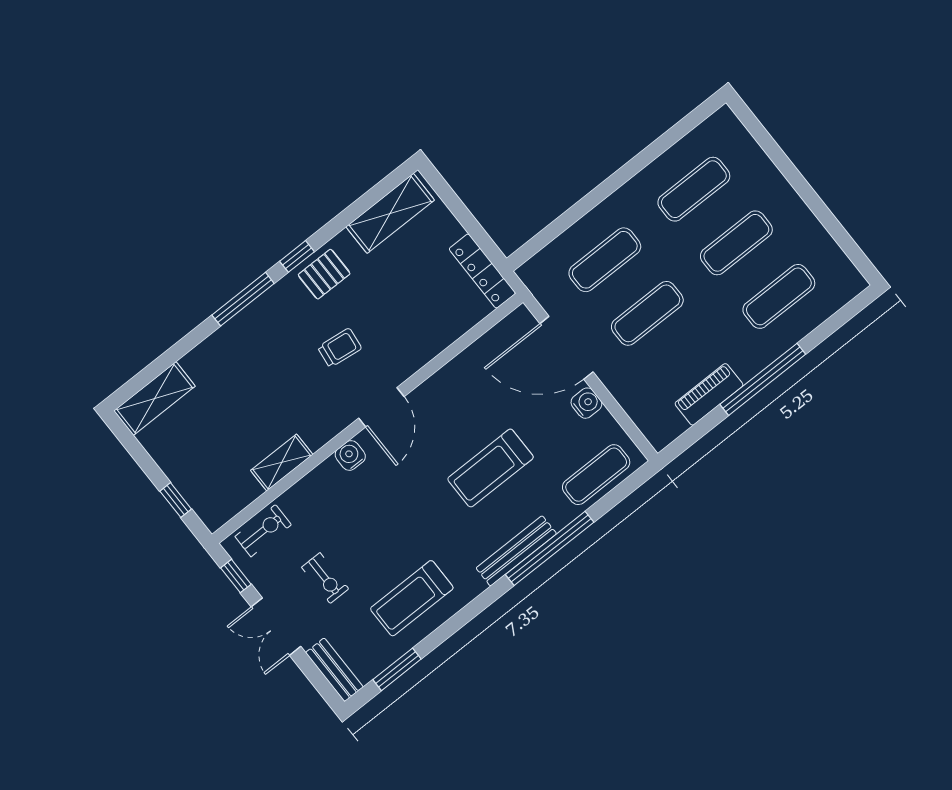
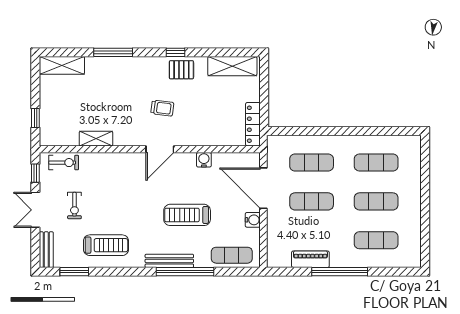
window: (243, 299) -> (113, 52), moved
water cooler: (350, 456) -> (204, 160), moved
treadmill: (412, 598) -> (106, 245), turned 180

